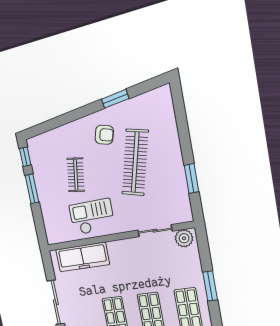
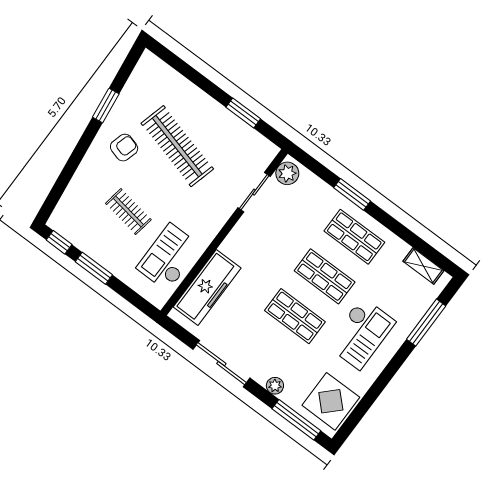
checkout: (92, 217) -> (169, 257), moved

